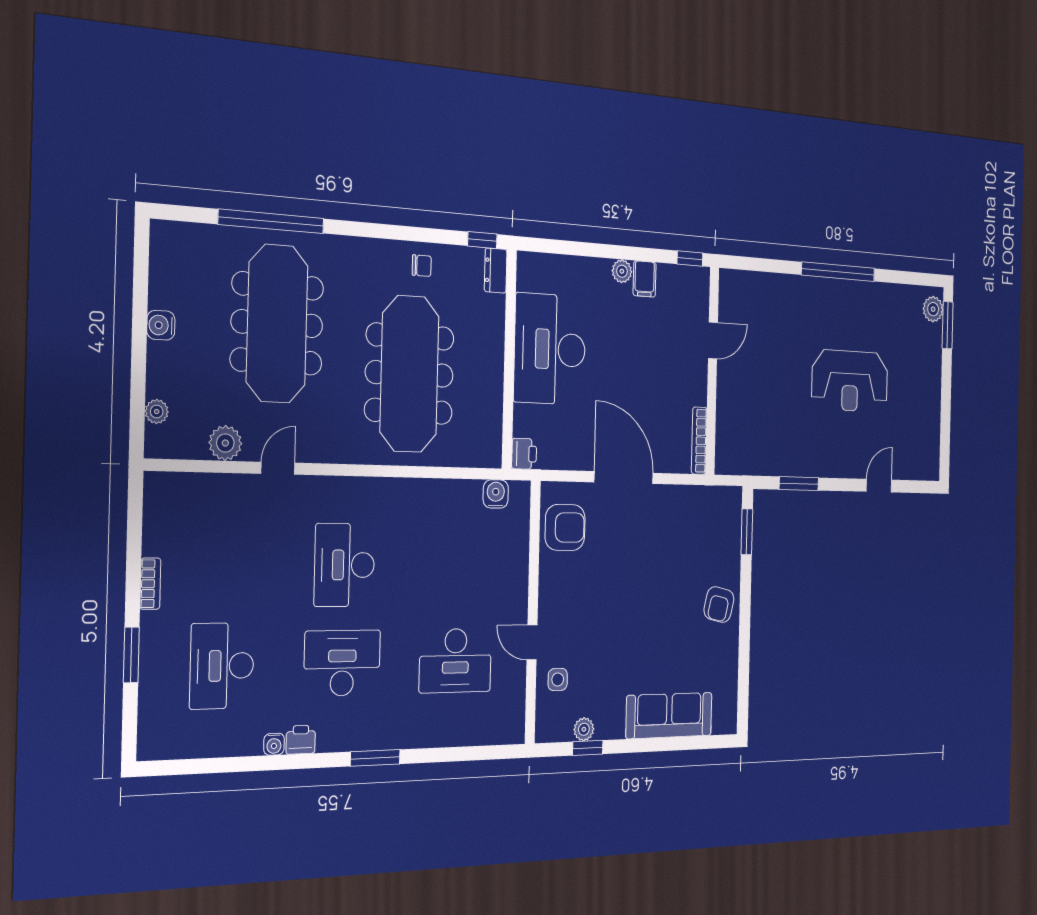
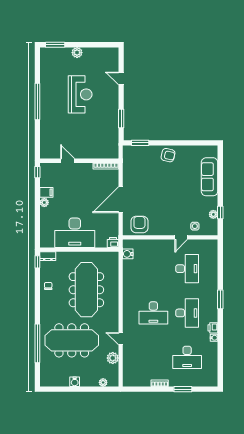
plant: (933, 309) -> (77, 53), moved
meeting table: (409, 374) -> (86, 290), turned 90
desk: (342, 663) -> (187, 313), turned 180

